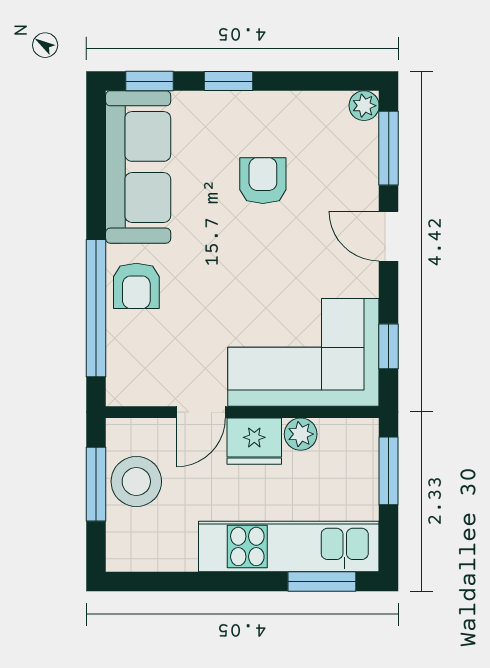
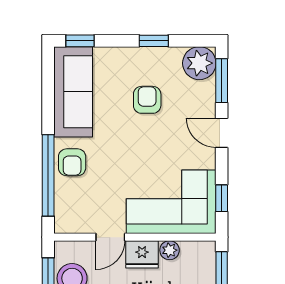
window: (228, 81) -> (154, 41), moved
plant: (364, 106) -> (199, 63), width x1.88, depth x1.88

